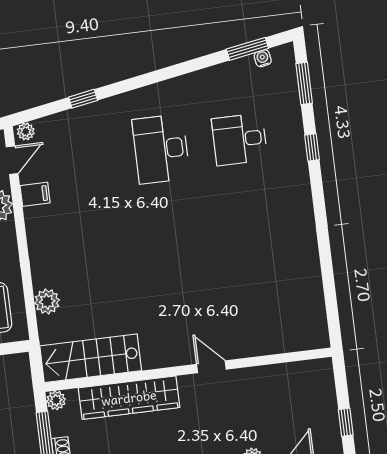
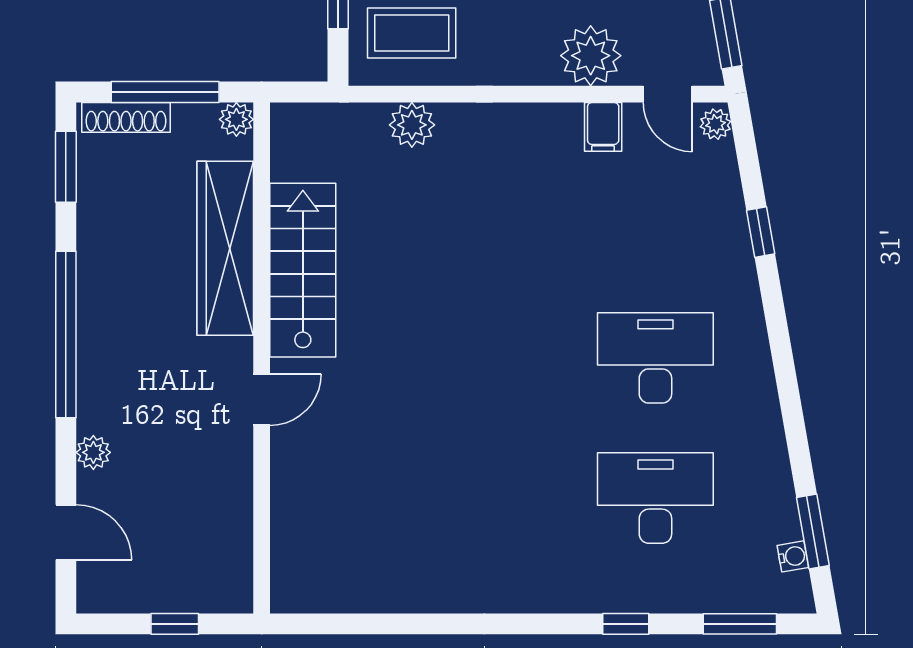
desk: (239, 139) -> (655, 498), width x1.37
stairs: (91, 358) -> (303, 270), moved
window: (346, 422) -> (175, 624), moved

